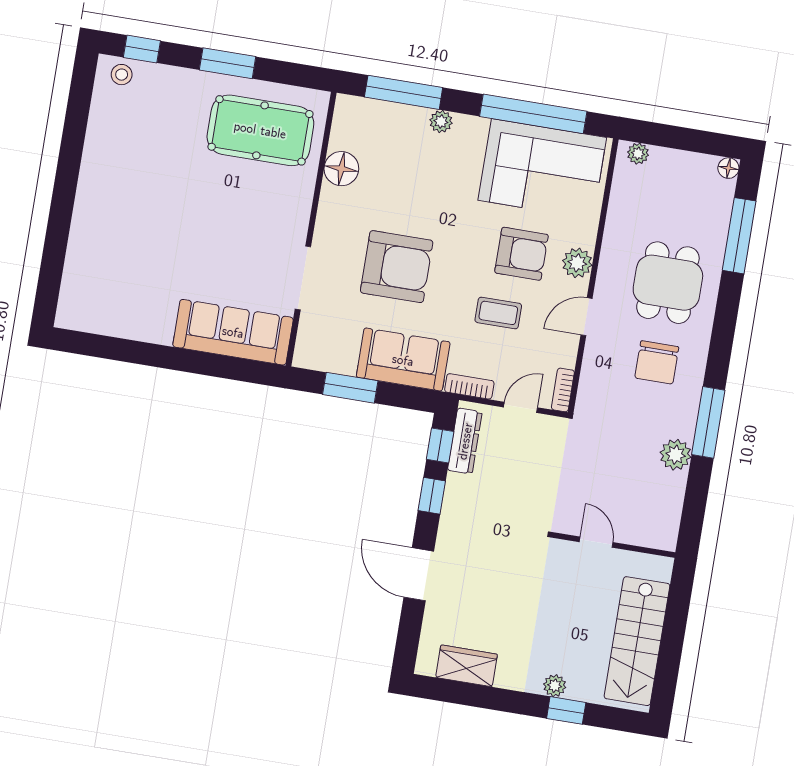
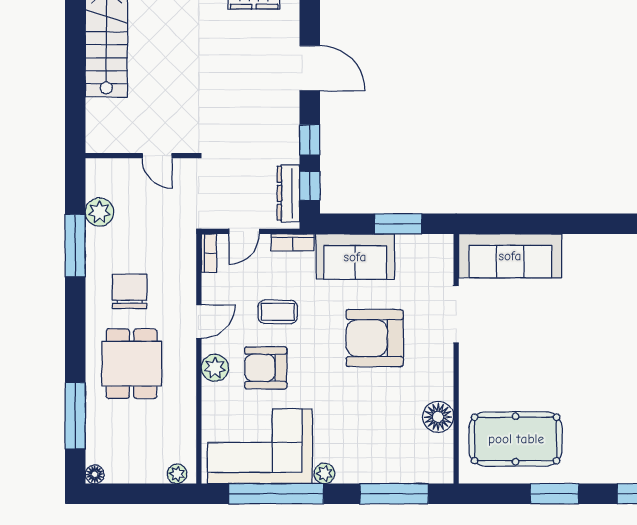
plant: (441, 122) -> (325, 473), moved
door: (596, 542) -> (157, 156), moved
wall: (614, 545) -> (141, 156), moved

